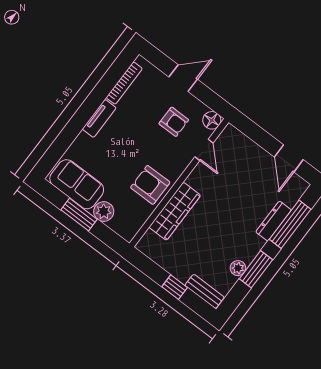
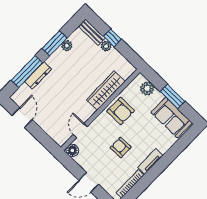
armchair: (174, 122) -> (121, 147), moved
plant: (104, 212) -> (147, 88), moved
plant: (182, 274) -> (106, 46), added

